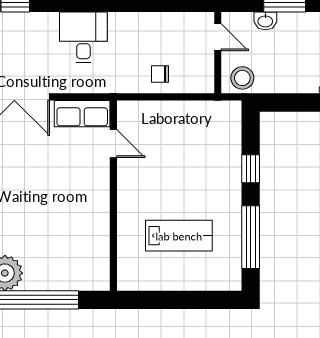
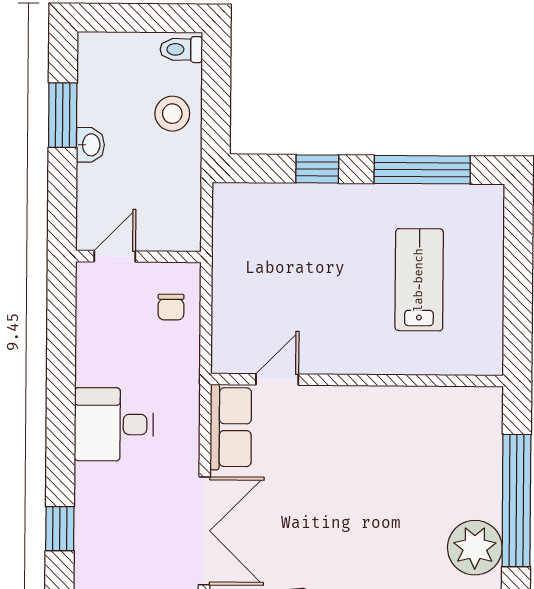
door: (218, 37) -> (115, 256), moved
wall: (218, 53) -> (138, 257), moved
stool: (242, 78) -> (172, 114), moved

